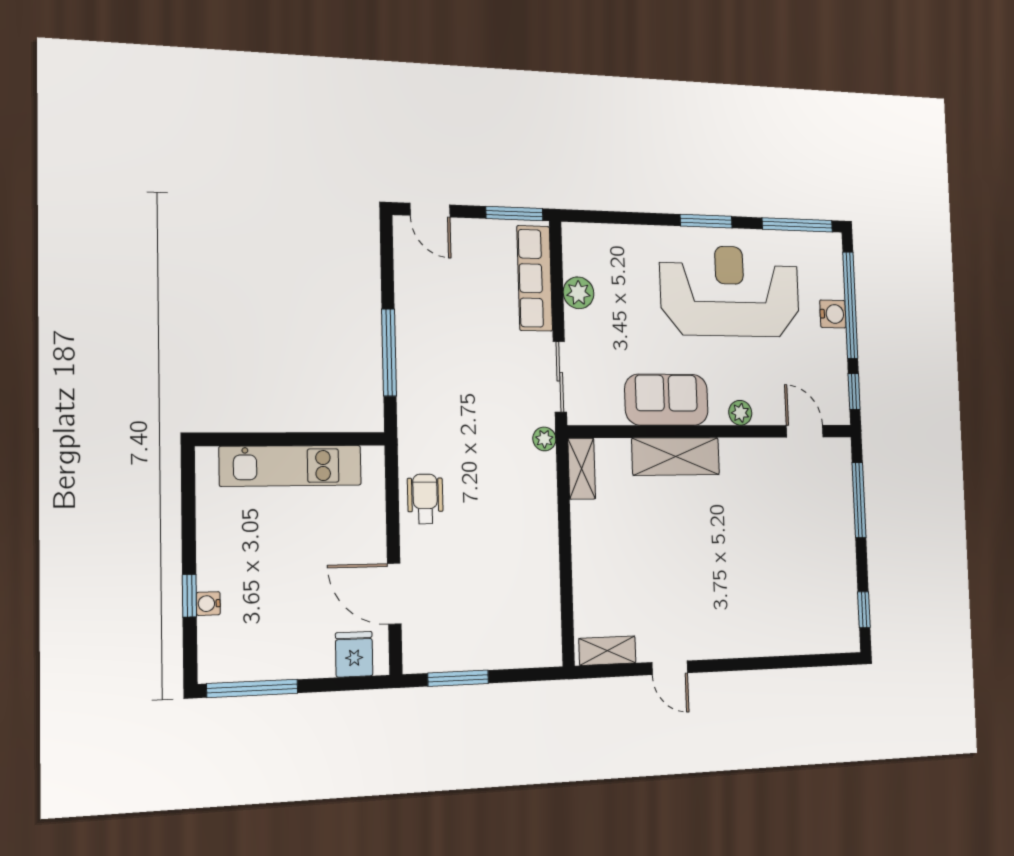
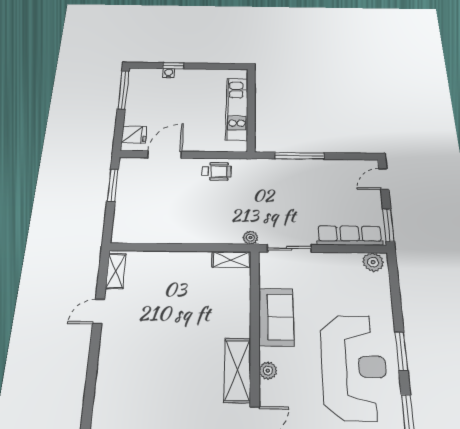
plant: (578, 293) -> (373, 262), moved
shelving: (676, 456) -> (237, 370), moved

